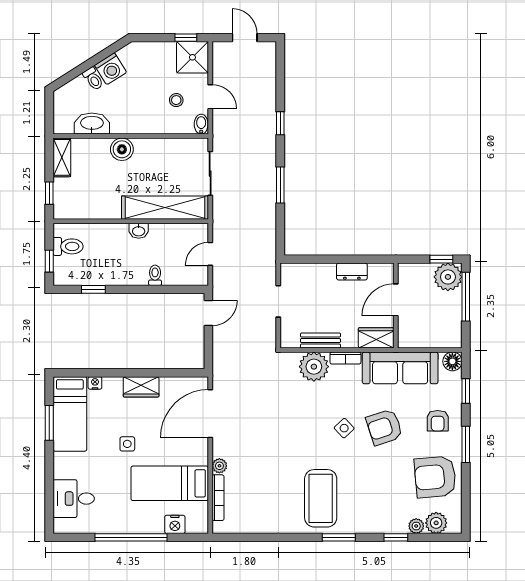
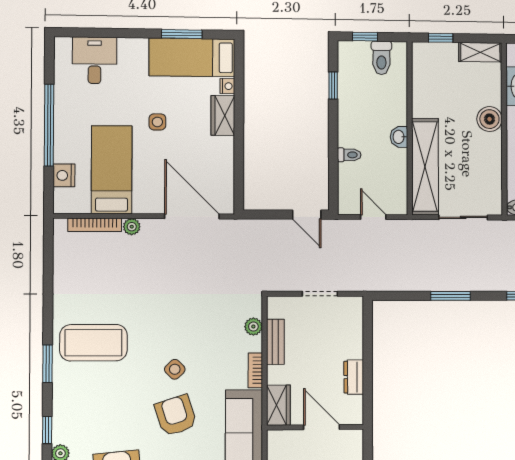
plant: (314, 367) -> (253, 327), width x0.53, depth x0.53
wardrobe: (141, 387) -> (223, 115), moved

